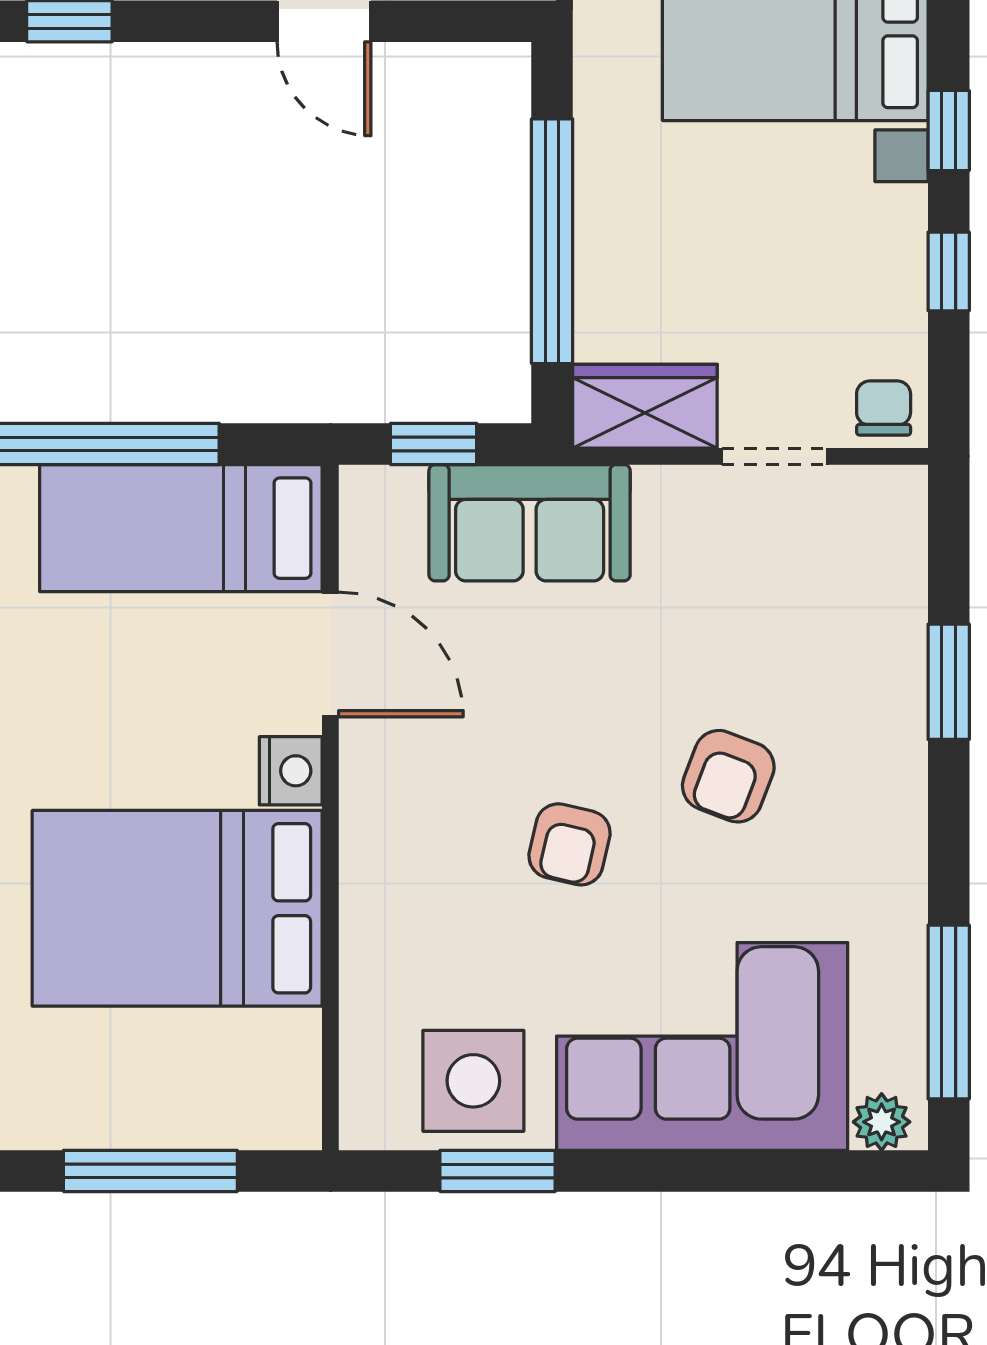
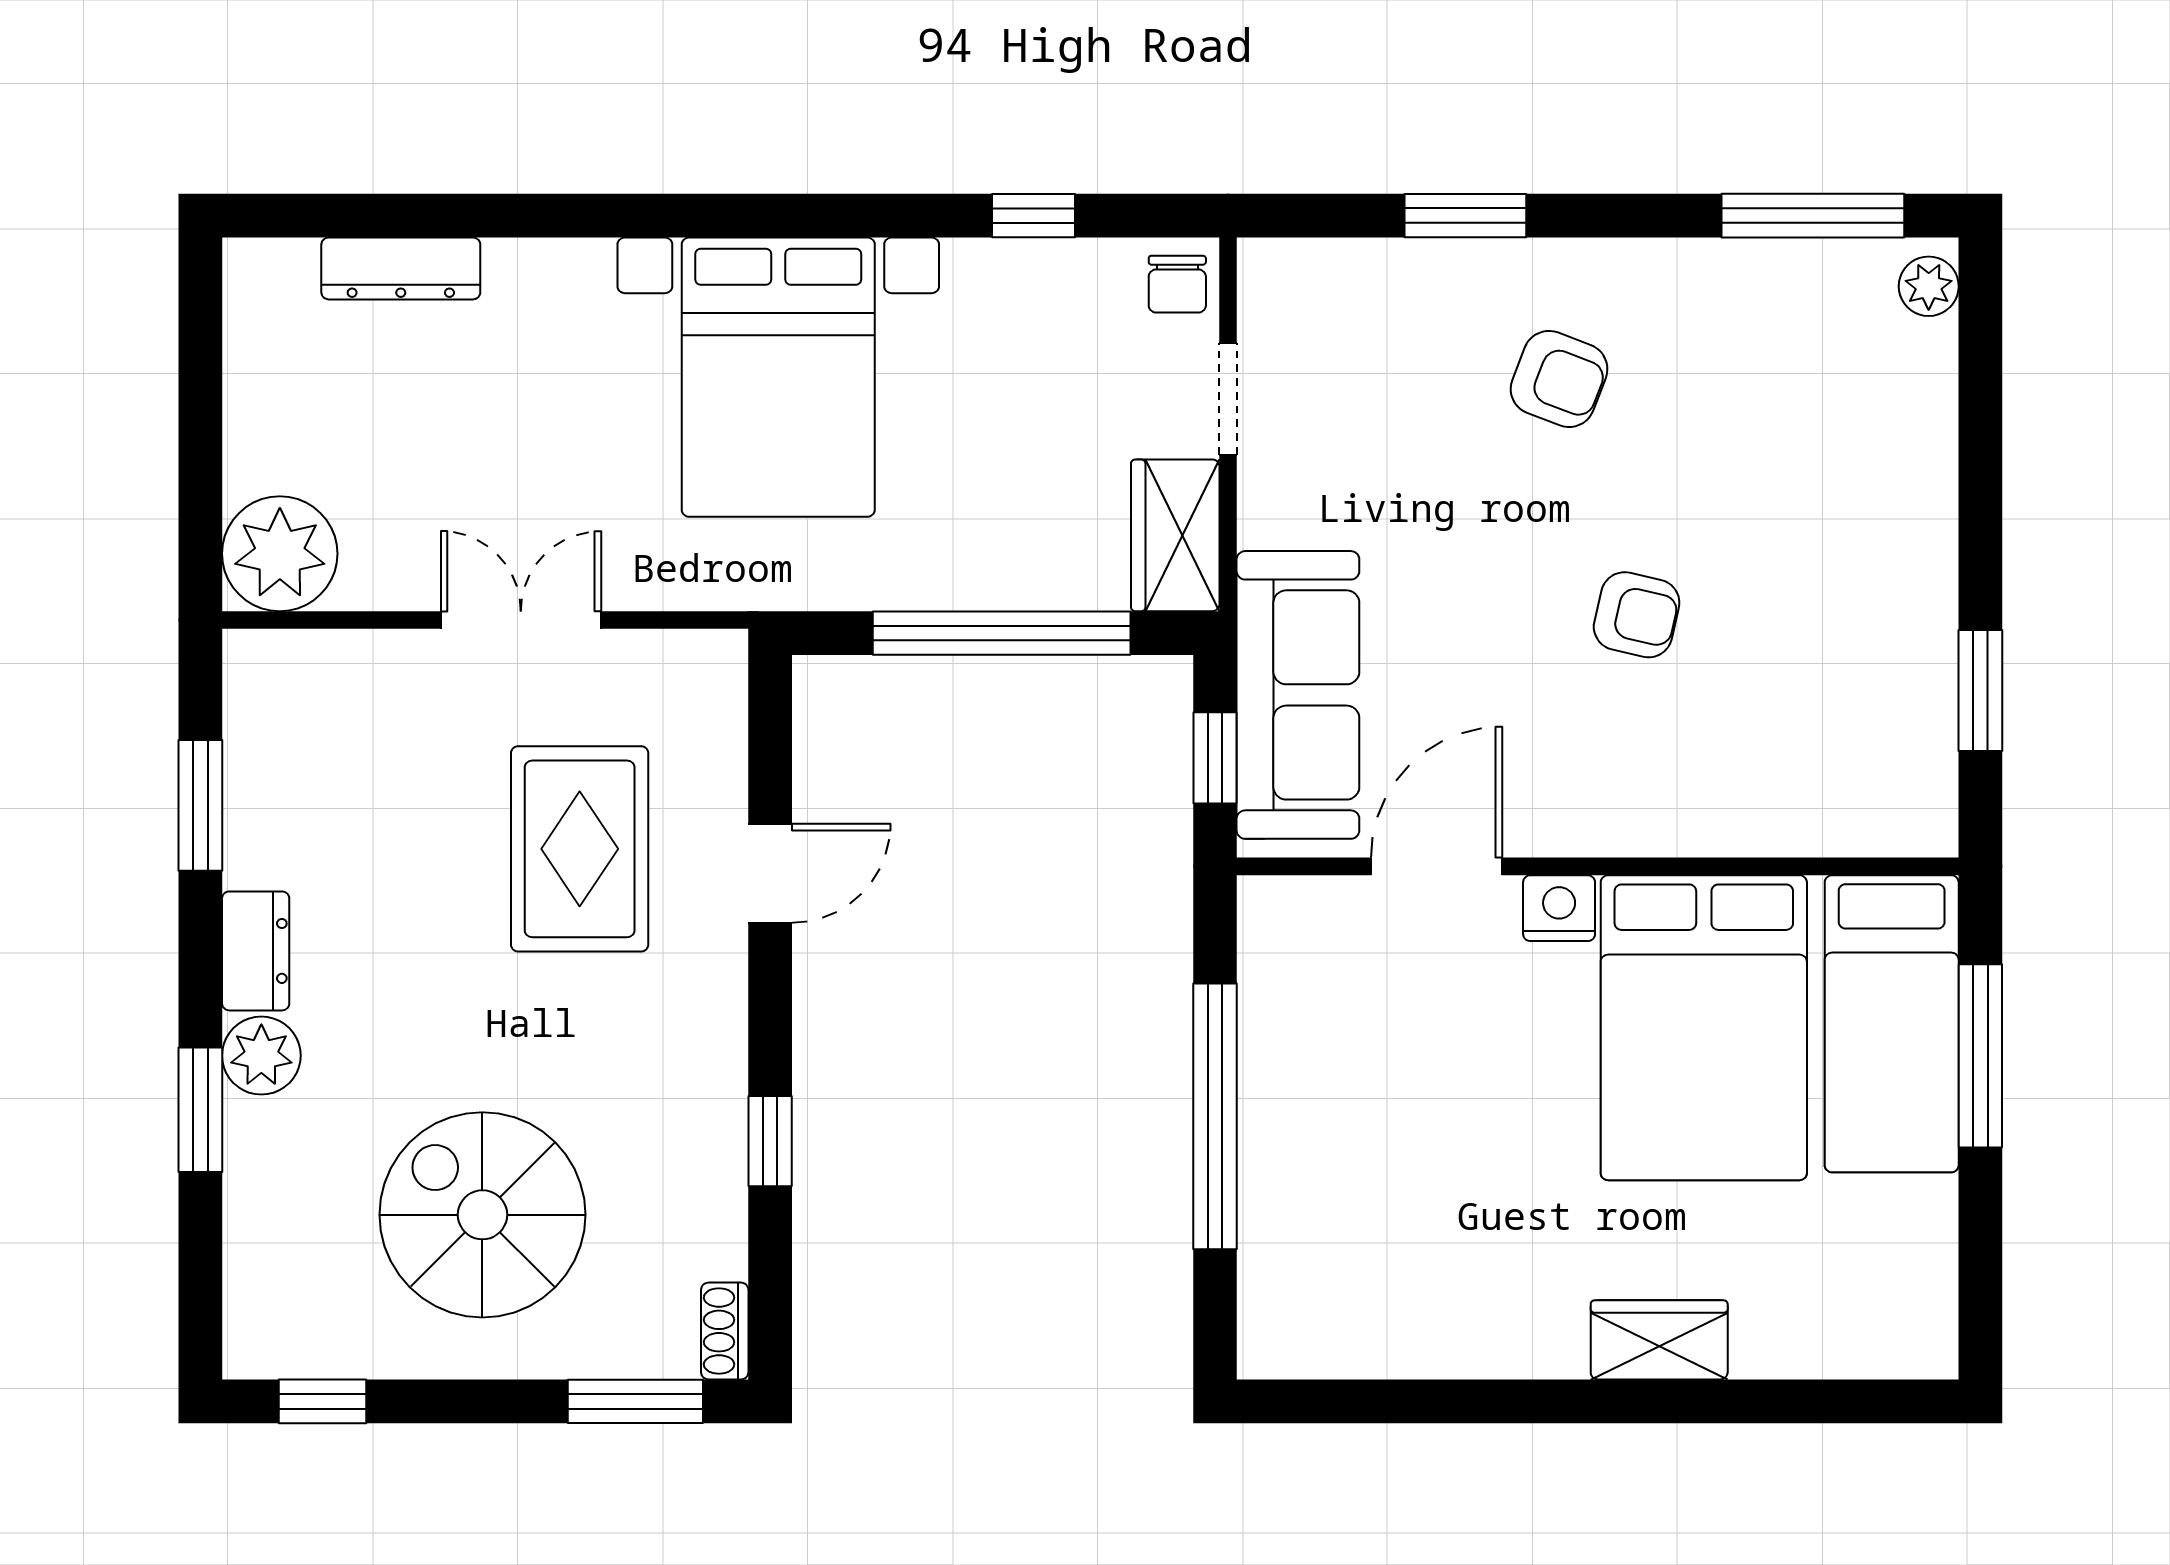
window: (949, 131) -> (885, 216), removed
chair: (884, 408) -> (1177, 284), turned -90
sofa: (530, 523) -> (1298, 695), width x1.36
bed: (181, 528) -> (1892, 1024), moved
armchair: (728, 776) -> (1559, 379), moved
corner sofa: (702, 1046) -> (1849, 475), removed
side table: (473, 1081) -> (1885, 716), removed

